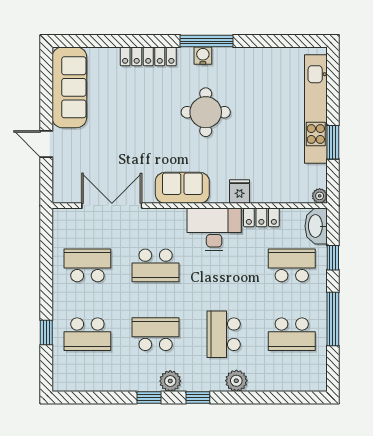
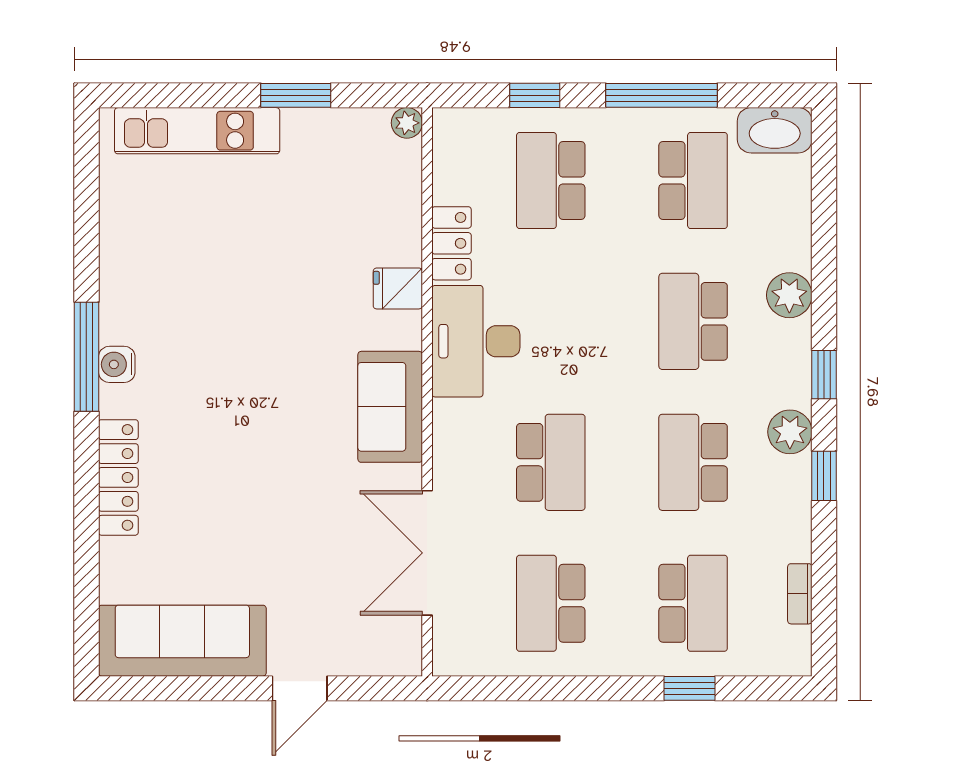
kitchen unit: (316, 109) -> (197, 131), width x0.73
round table: (206, 112) -> (234, 359), removed
washbasin: (316, 226) -> (775, 130), moved
school desk: (224, 334) -> (693, 321), turned 90
bookcase: (92, 386) -> (800, 594), added

